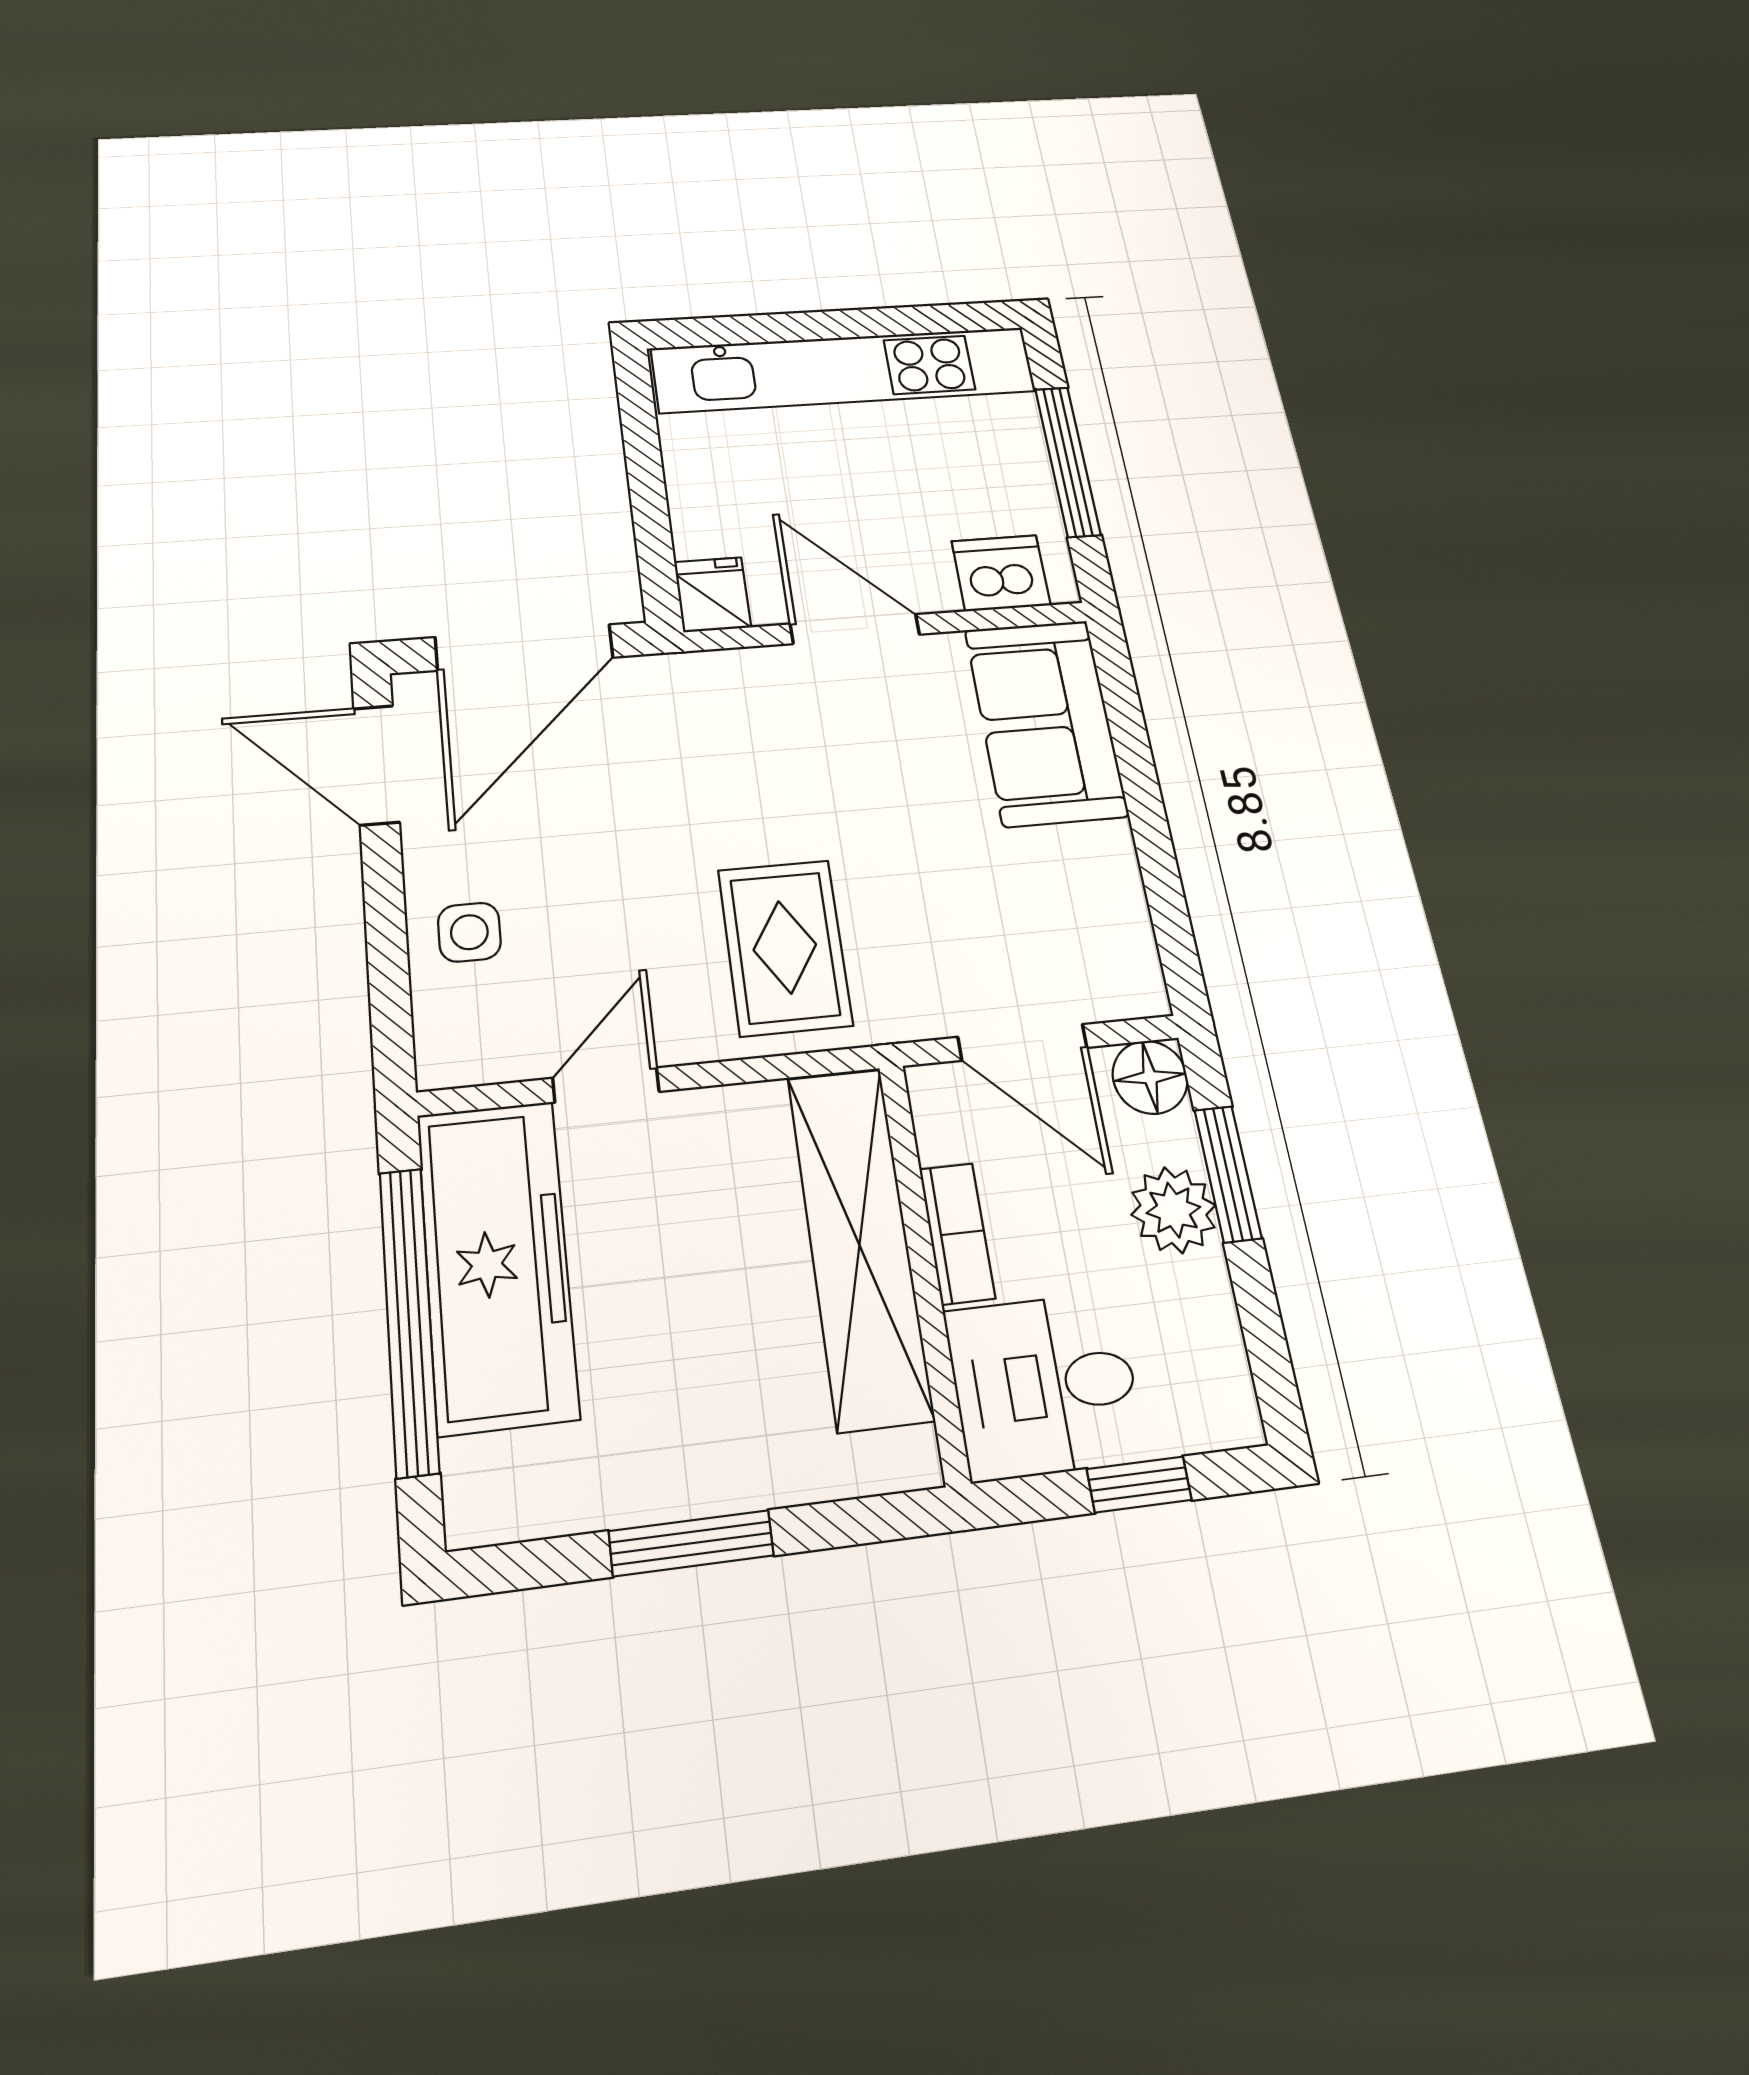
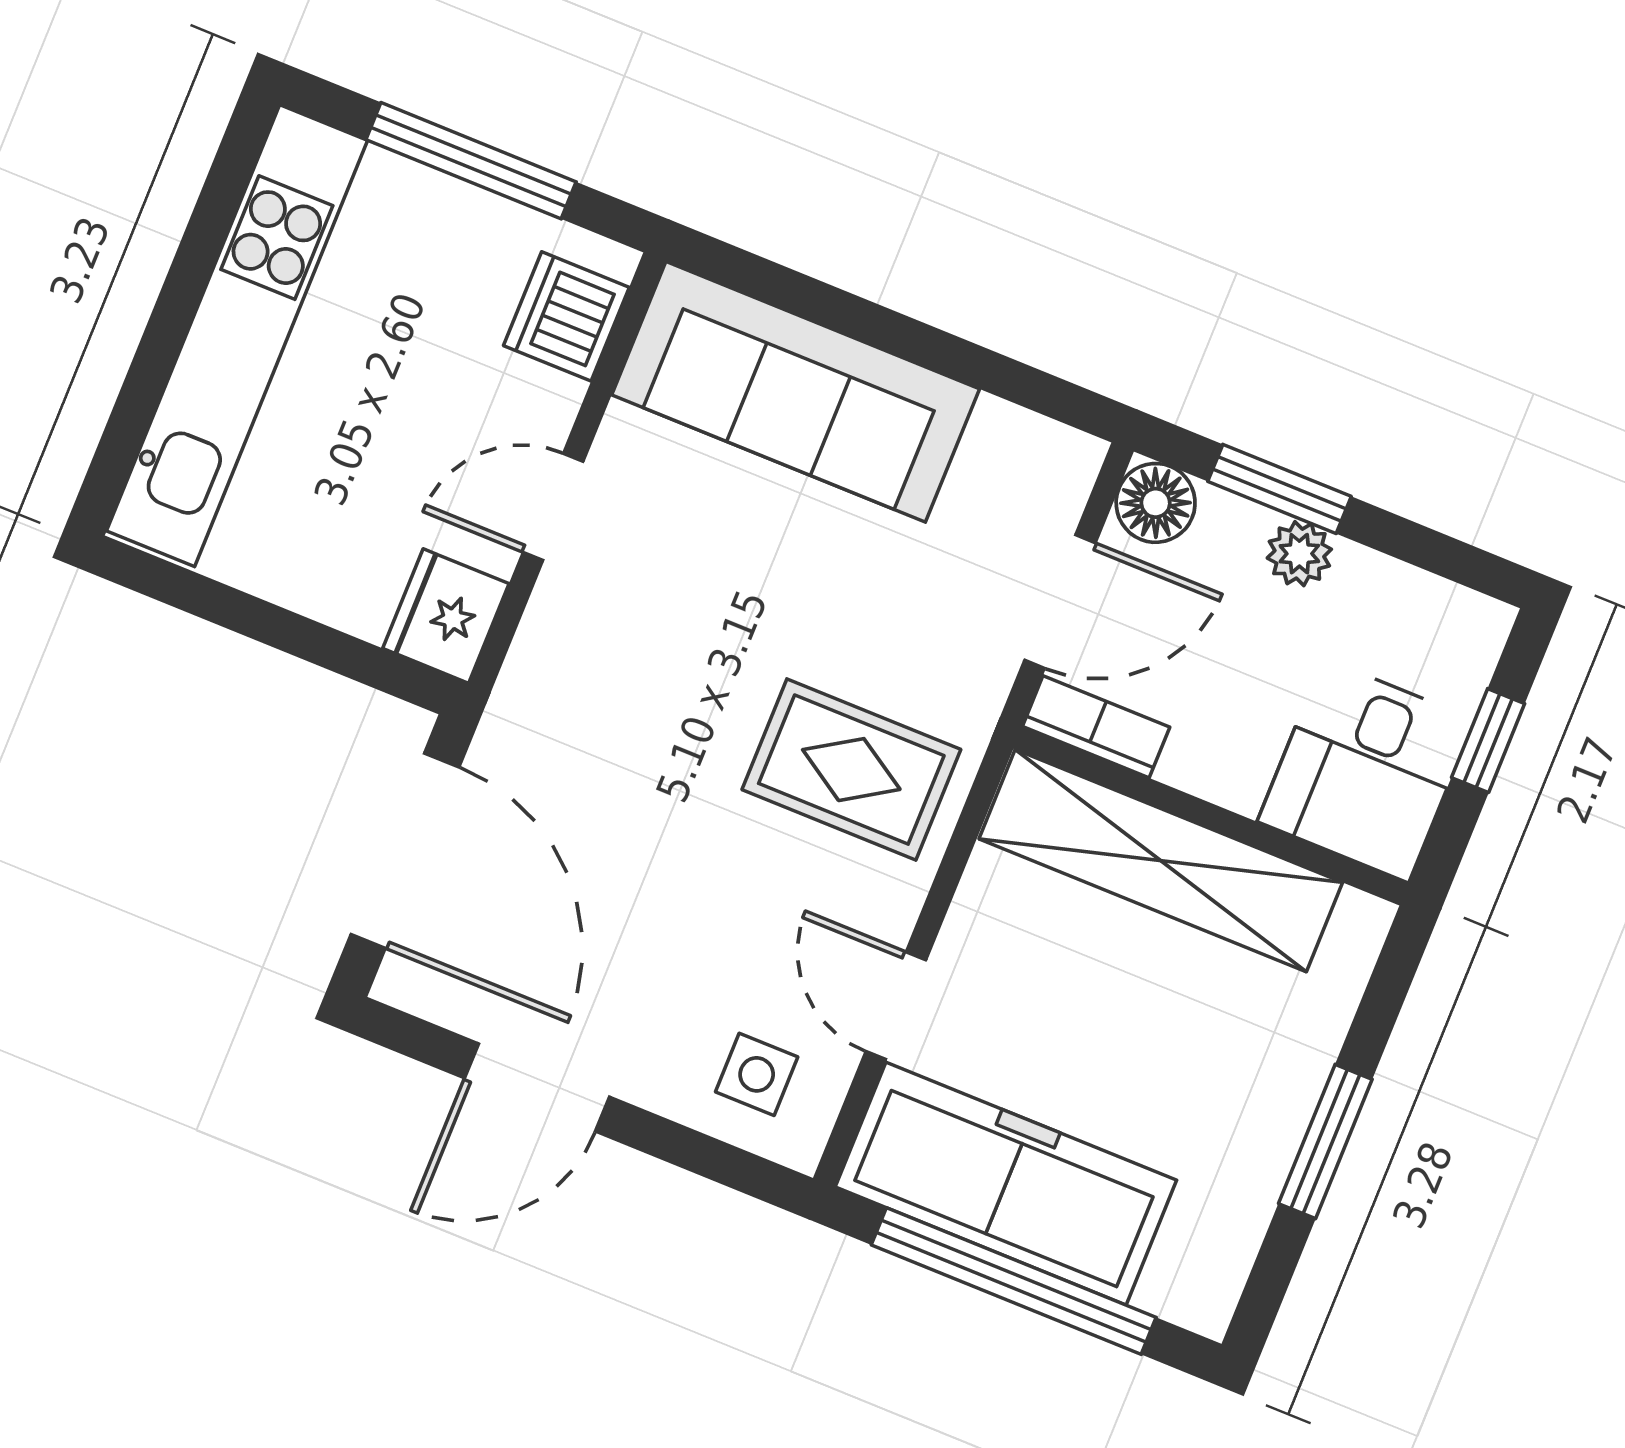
fridge: (712, 595) -> (446, 616), width x1.38
door: (855, 629) -> (553, 507), width x0.73
sofa: (1046, 722) -> (796, 392), width x1.36
door: (376, 765) -> (537, 1087), moved
side table: (469, 932) -> (757, 1074), moved
plant: (1173, 1210) -> (1299, 554), width x0.73, depth x0.73
bookcase: (957, 1233) -> (1096, 727), moved

